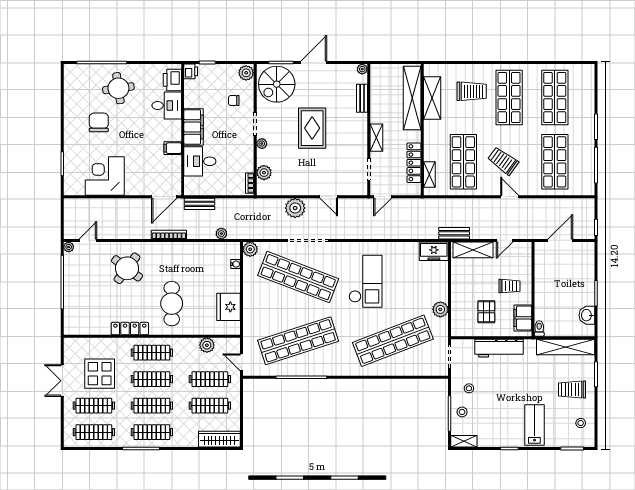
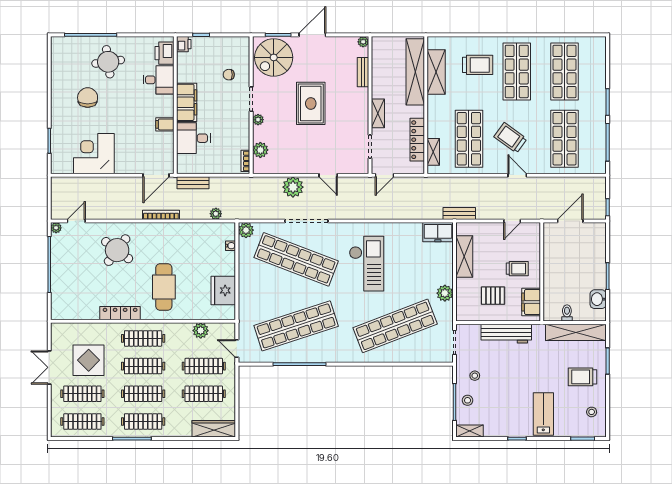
plant: (246, 73) -> (242, 46), removed
shelving: (473, 250) -> (464, 257), moved, turned 90
pallet: (486, 312) -> (493, 296), turned 90
toilet: (539, 328) -> (567, 313), moved

